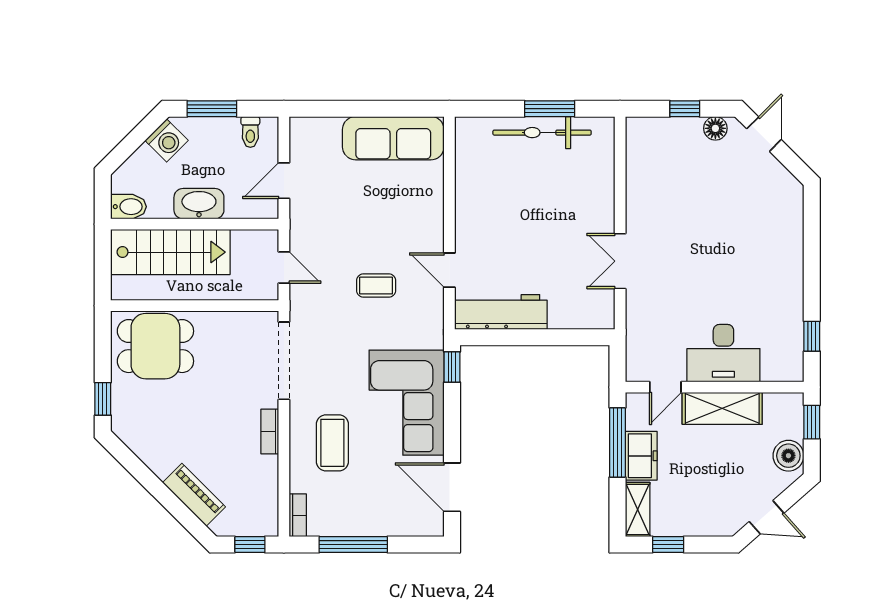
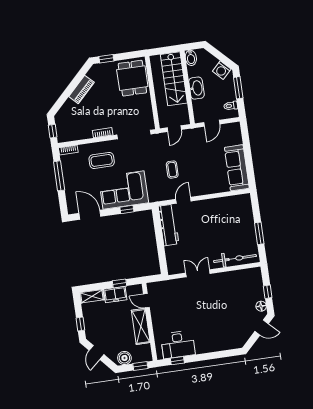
bicycle: (542, 133) -> (235, 259), moved, turned 90
door: (284, 181) -> (212, 123), swing flipped
desk: (723, 353) -> (178, 344), moved, turned -90
window: (452, 367) -> (127, 209), moved
window: (617, 443) -> (119, 283), width x0.46
door: (452, 487) -> (90, 215), hinge flipped
piano: (194, 495) -> (81, 89), moved
window: (668, 545) -> (80, 324), moved

